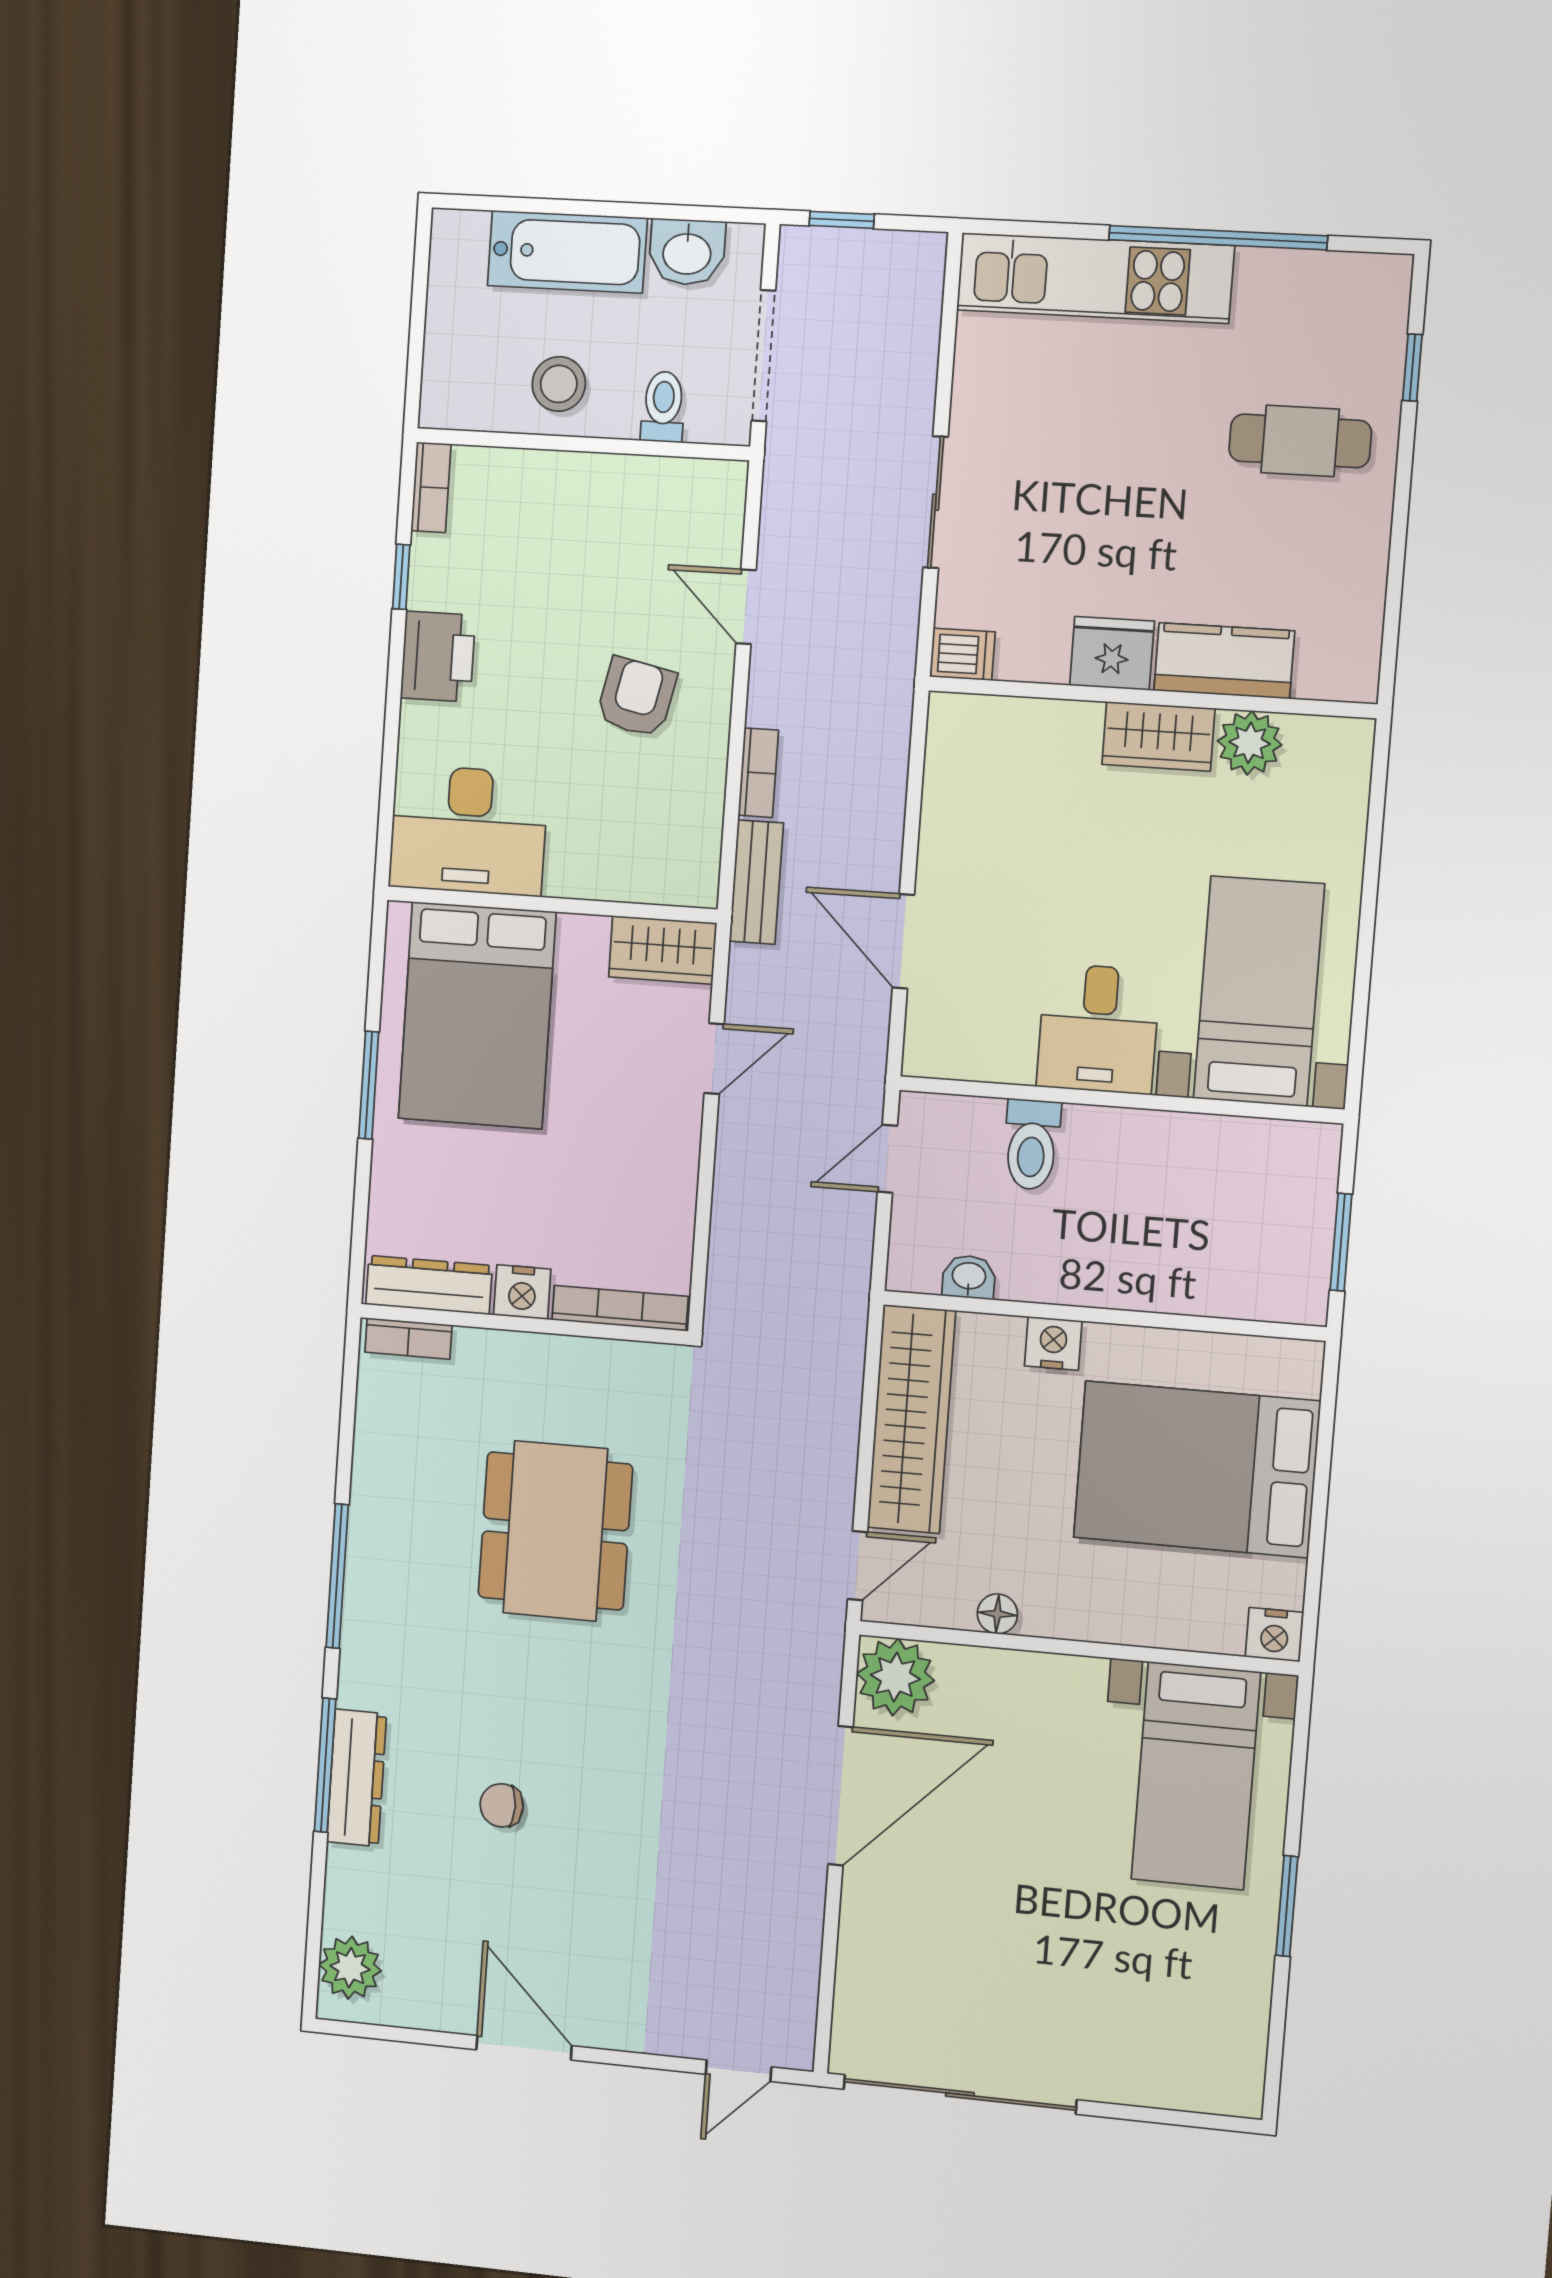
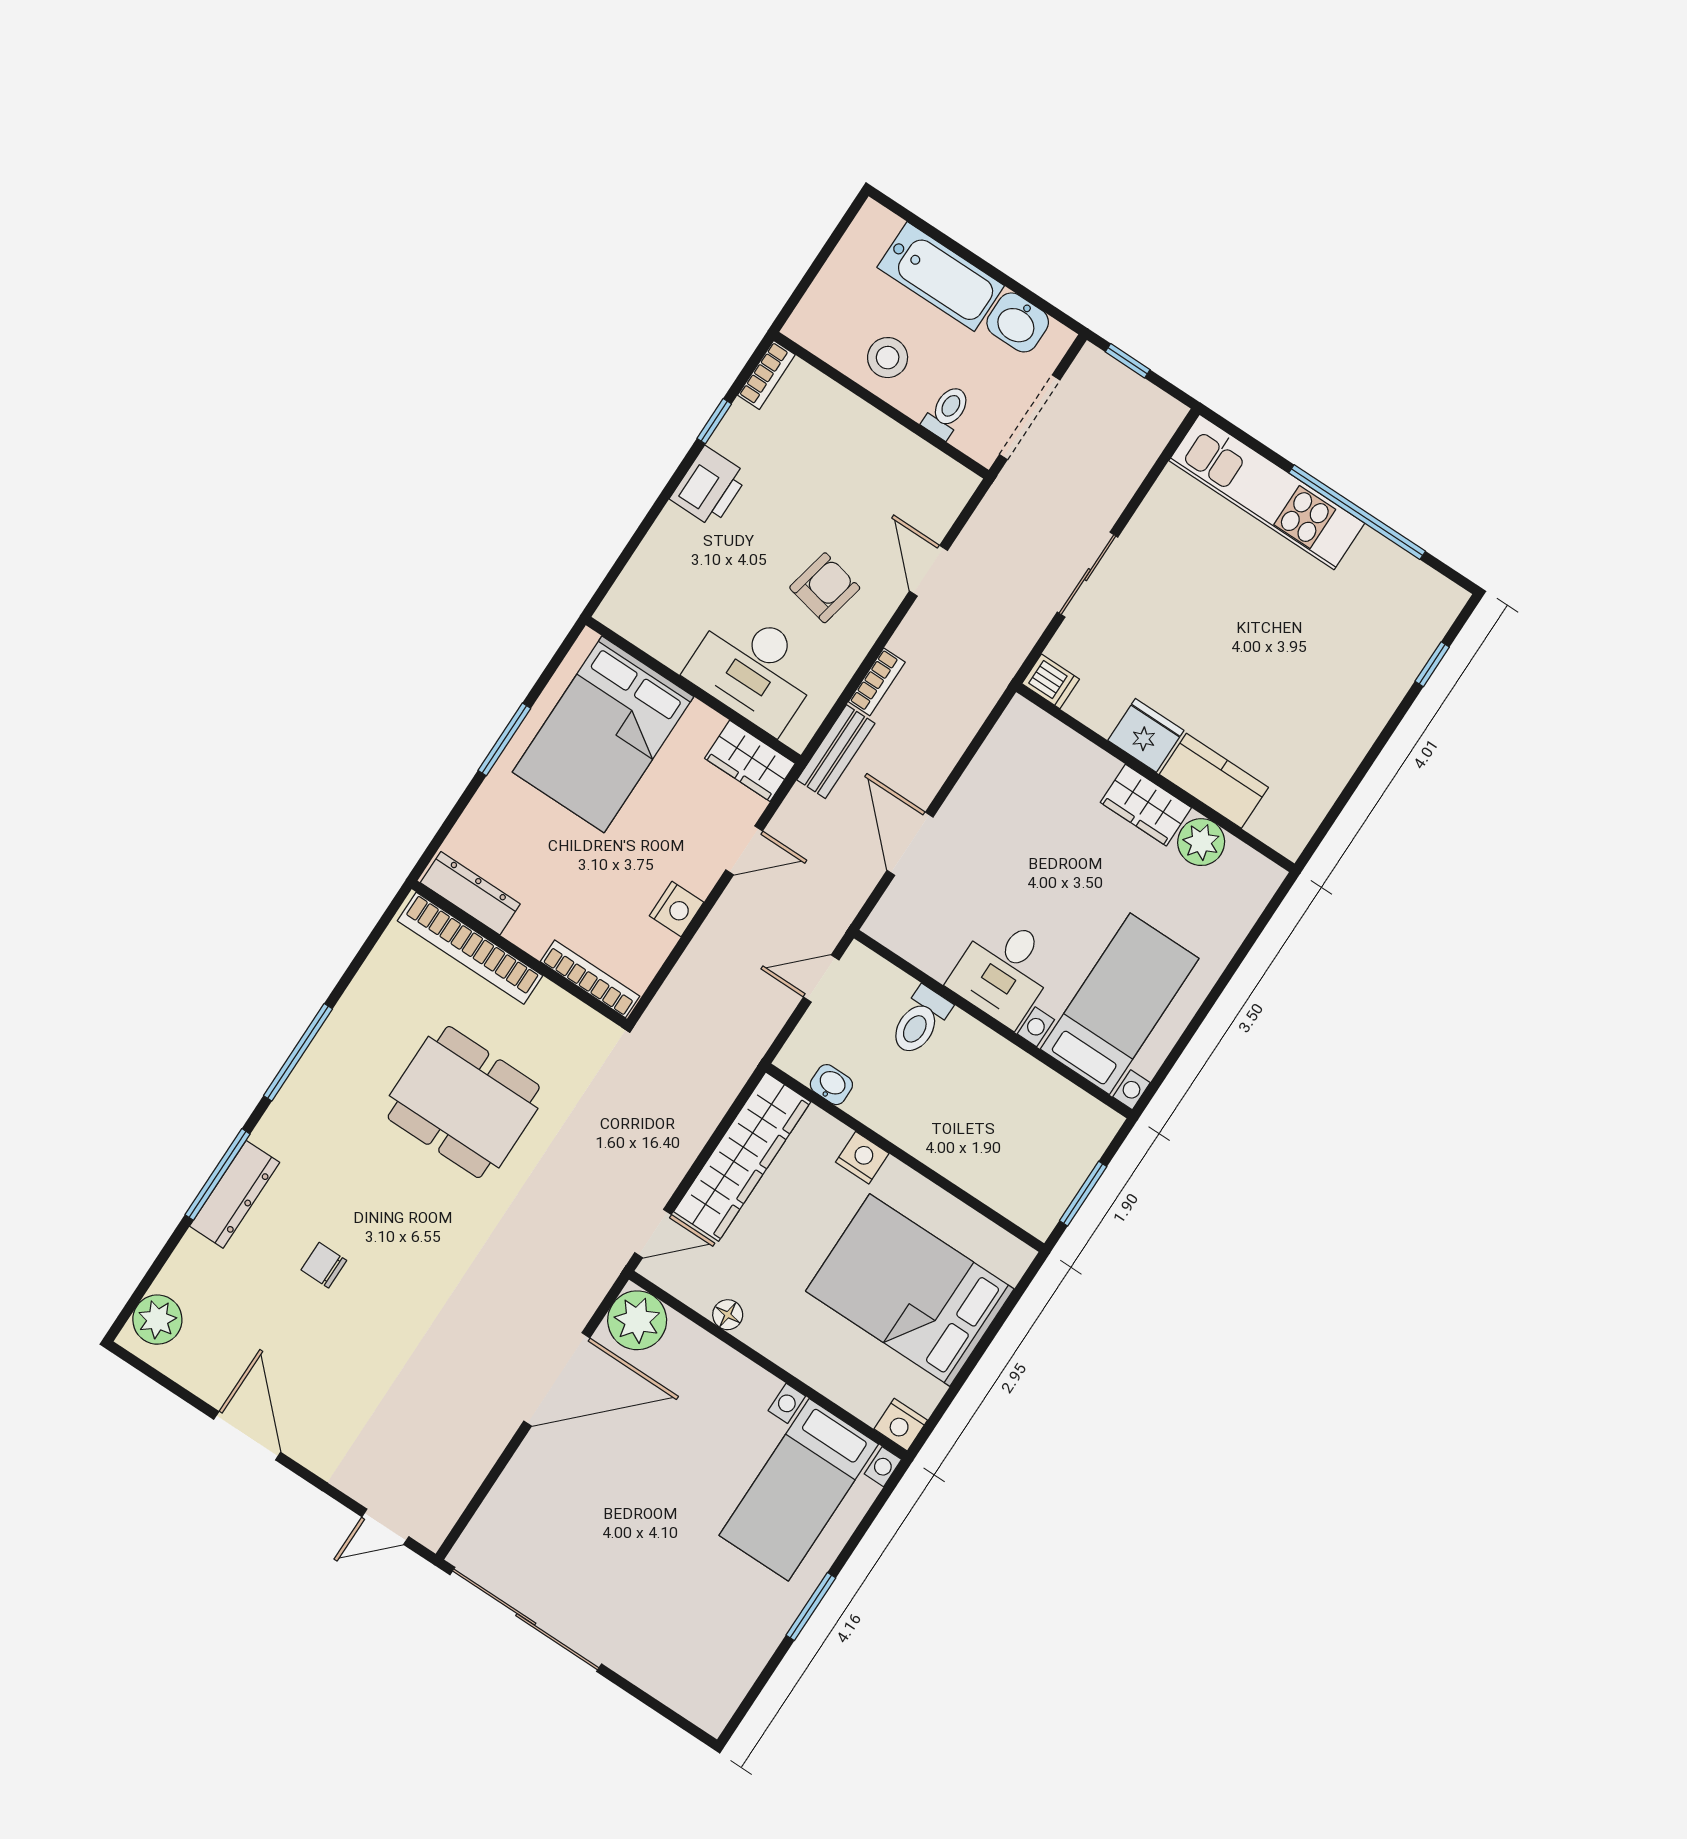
cafe table: (1300, 441) -> (1338, 670), removed
desk: (468, 830) -> (754, 669), moved
nightstand: (522, 1292) -> (677, 909), moved, turned -90
bookcase: (408, 1339) -> (470, 948), width x2.31, depth x1.31
dining table: (555, 1531) -> (464, 1102), turned 90

